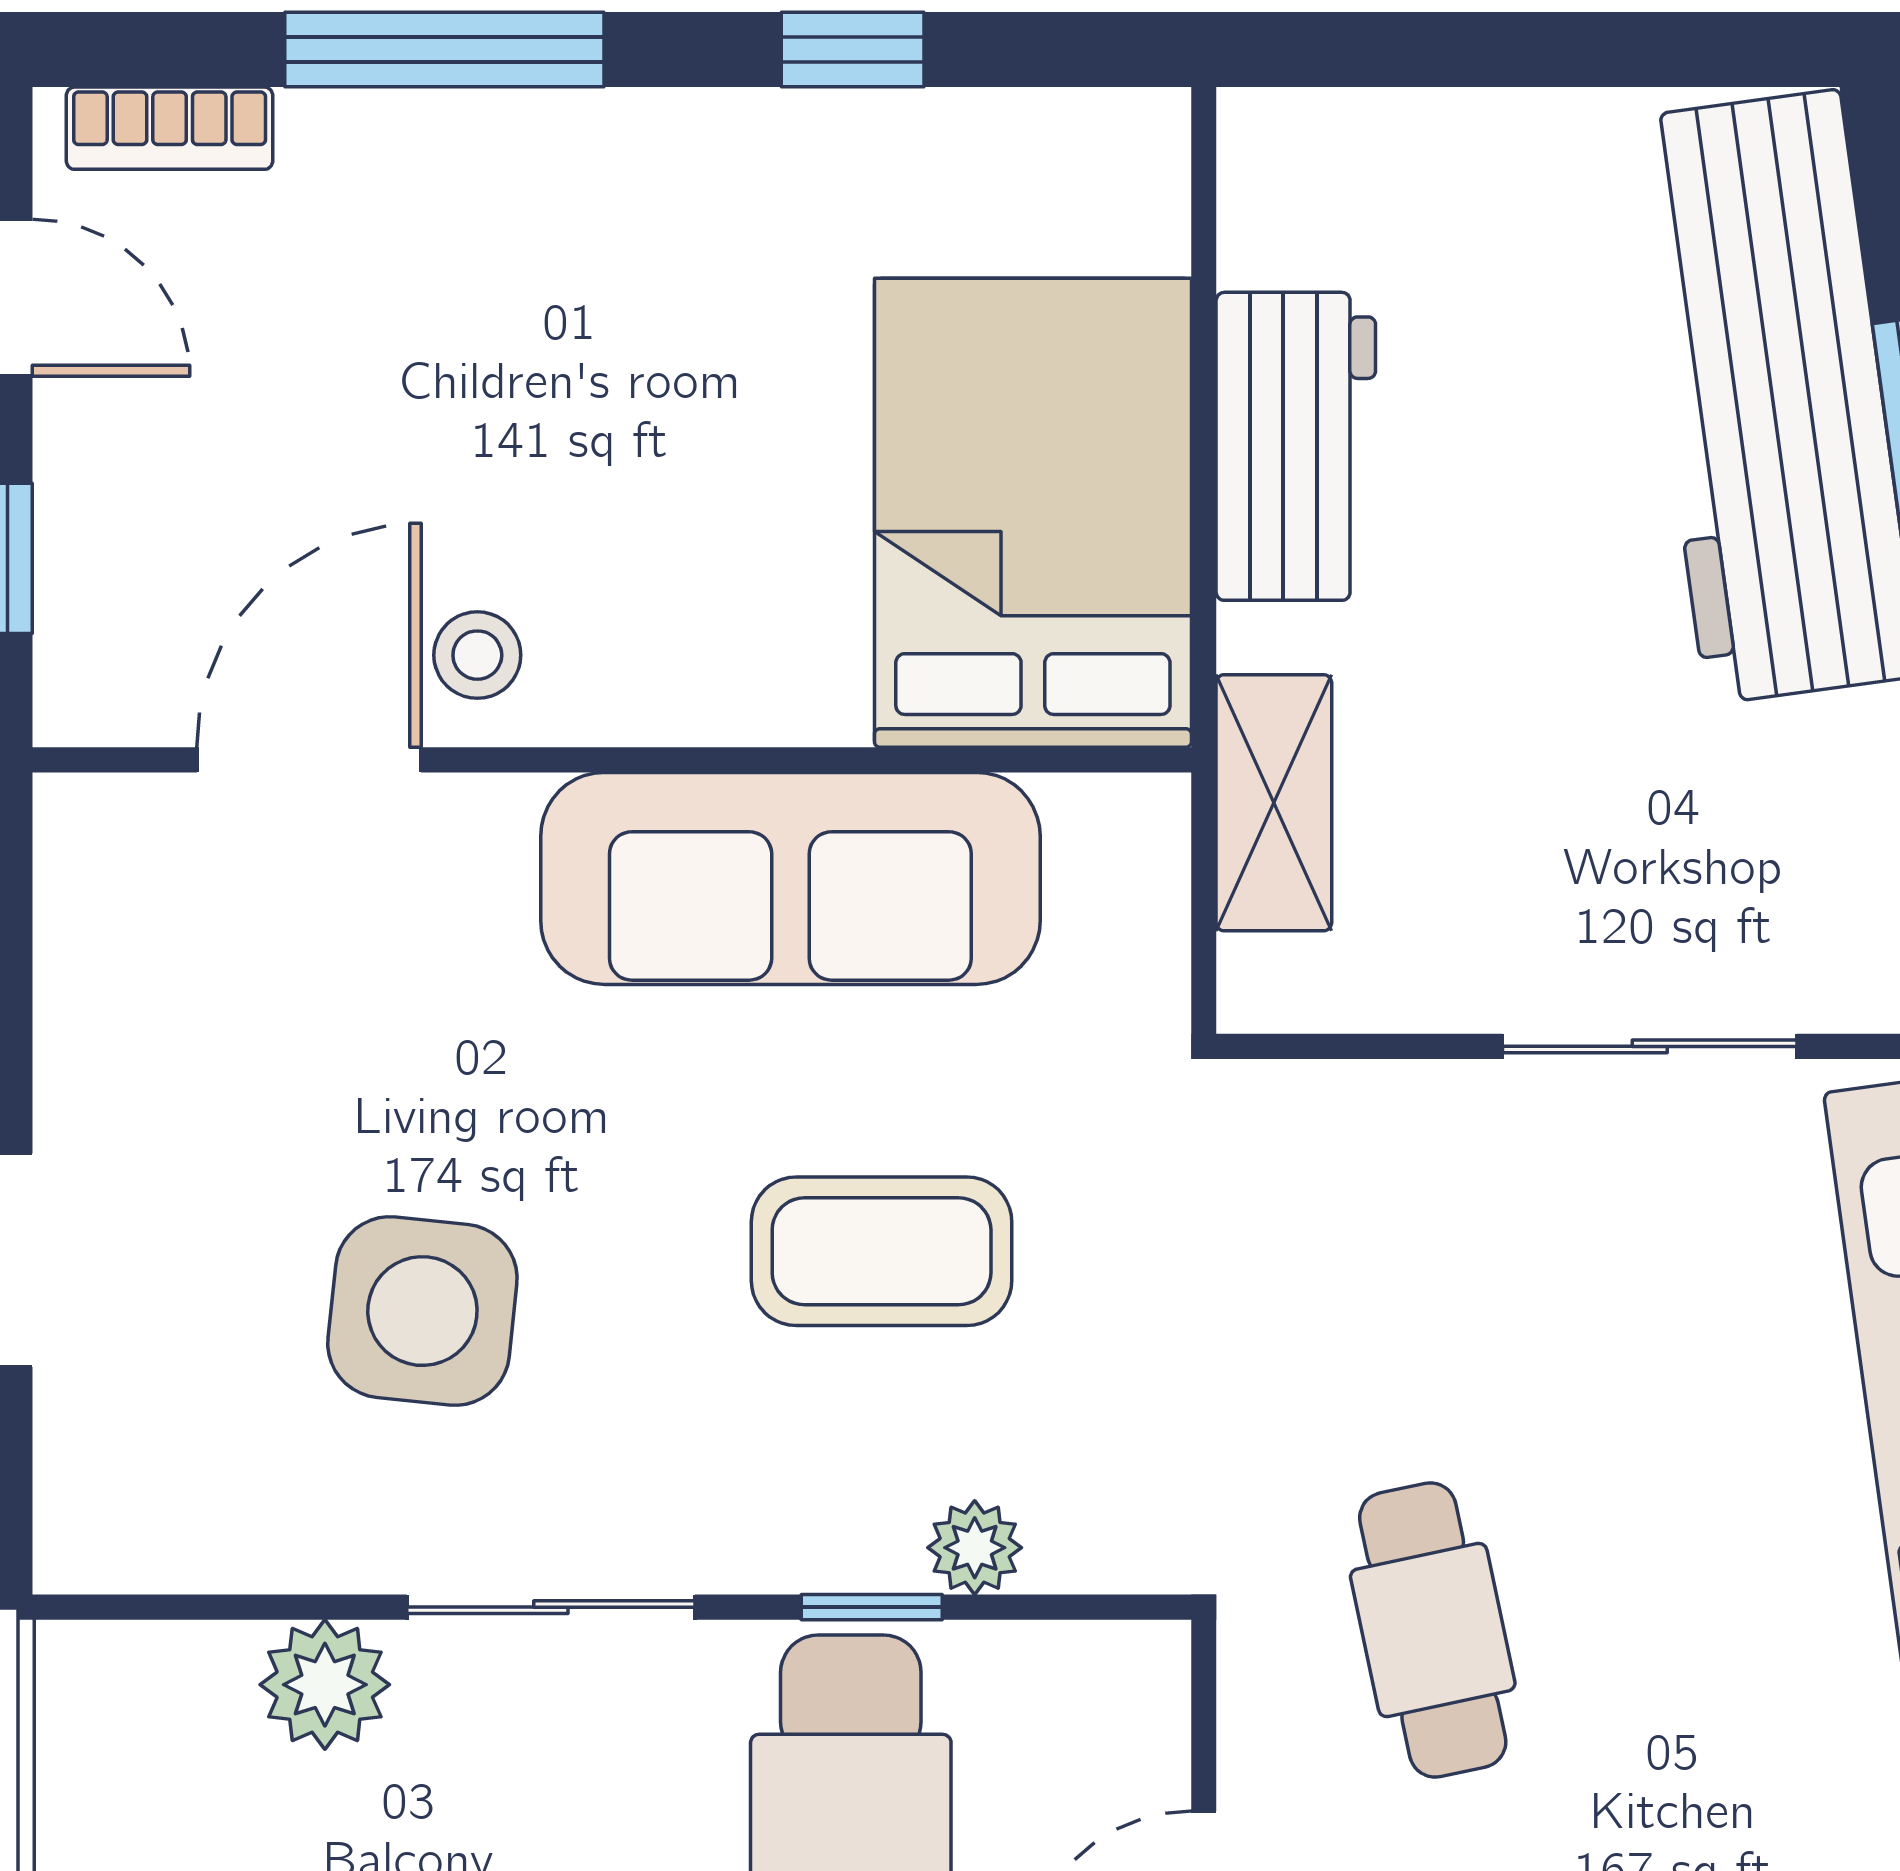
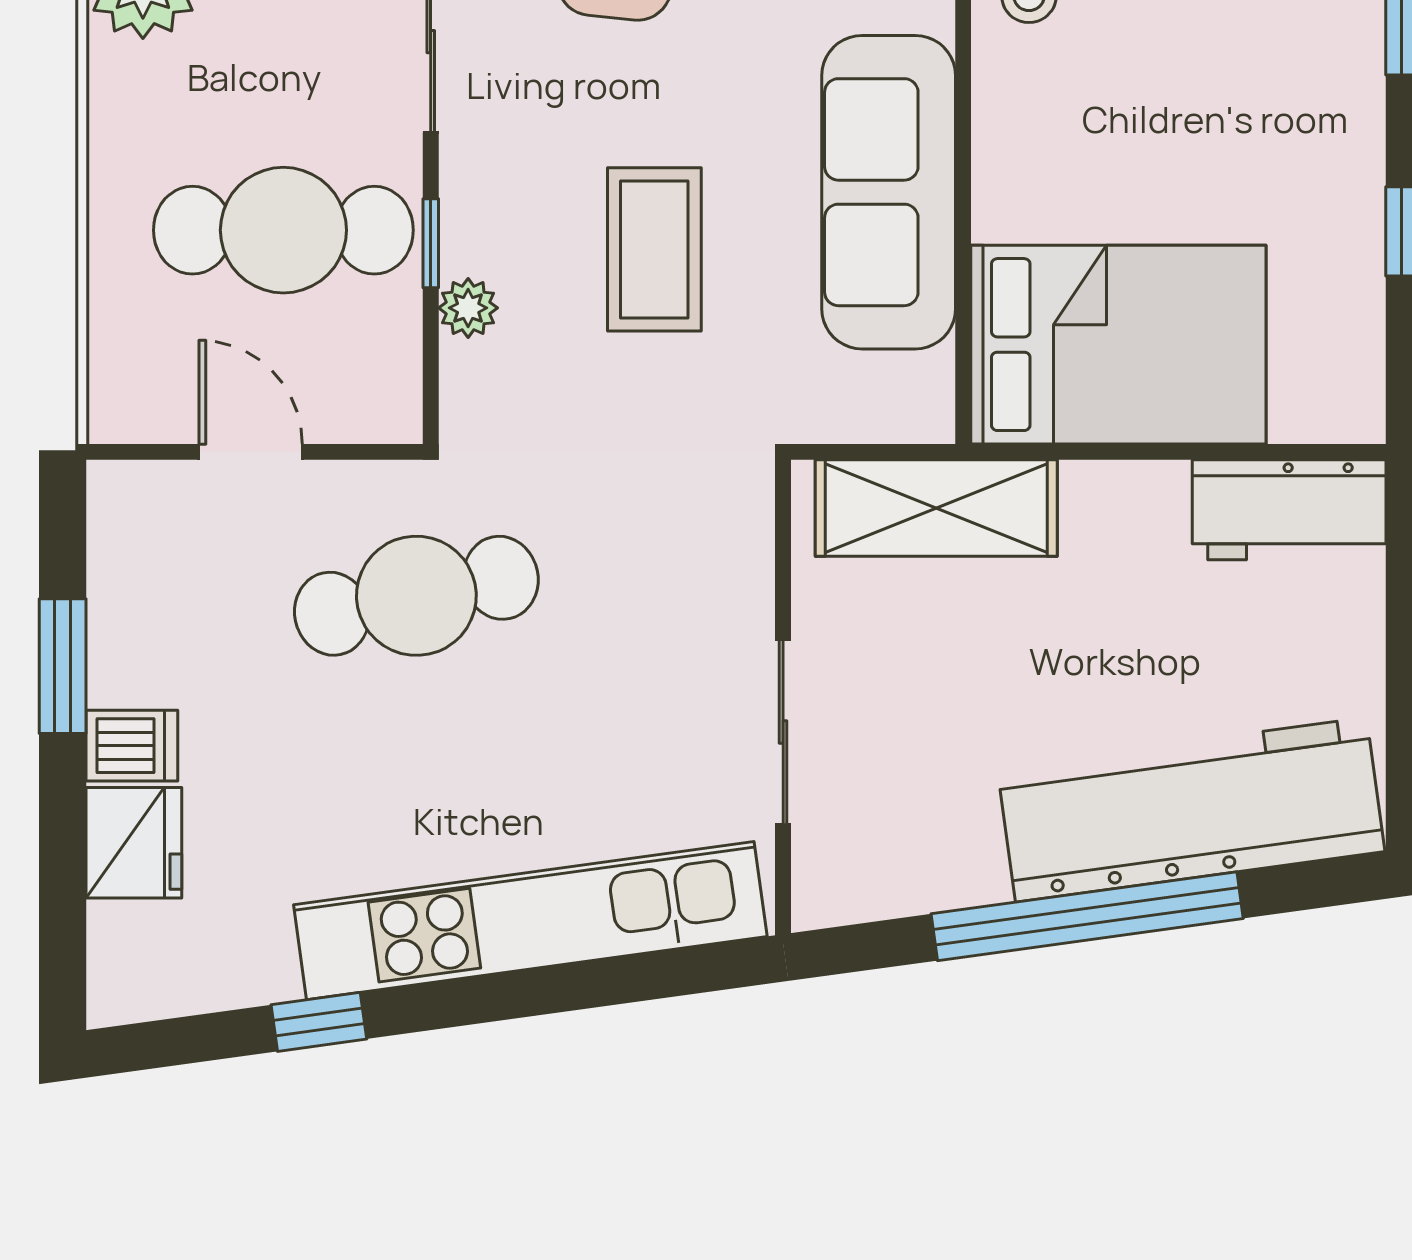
workbench: (1296, 446) -> (1289, 510), moved
shelving: (1274, 803) -> (936, 508), width x1.50, depth x1.33
cafe table: (1433, 1630) -> (416, 596), width x1.37, depth x1.35

